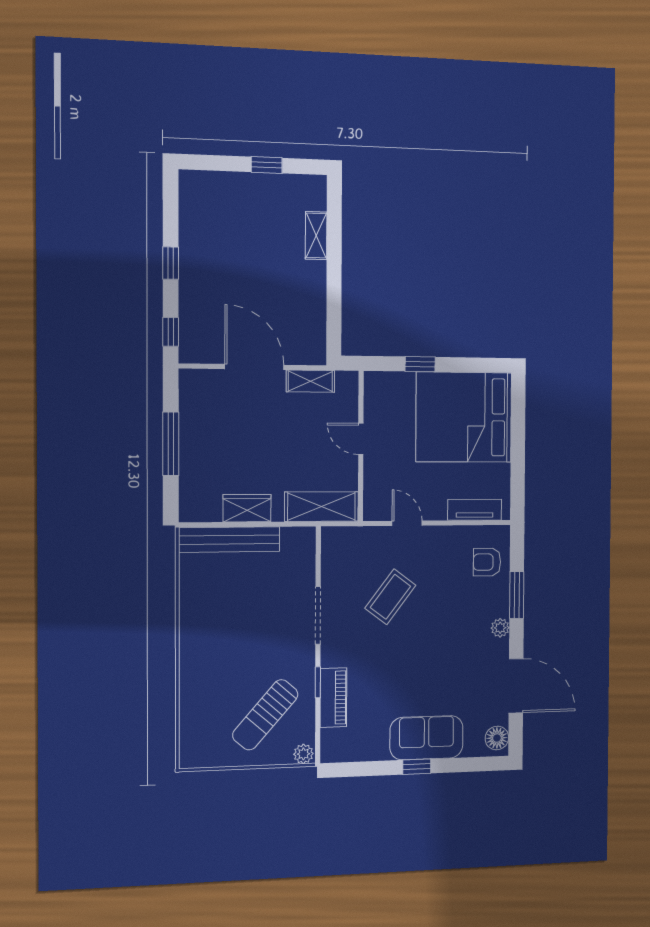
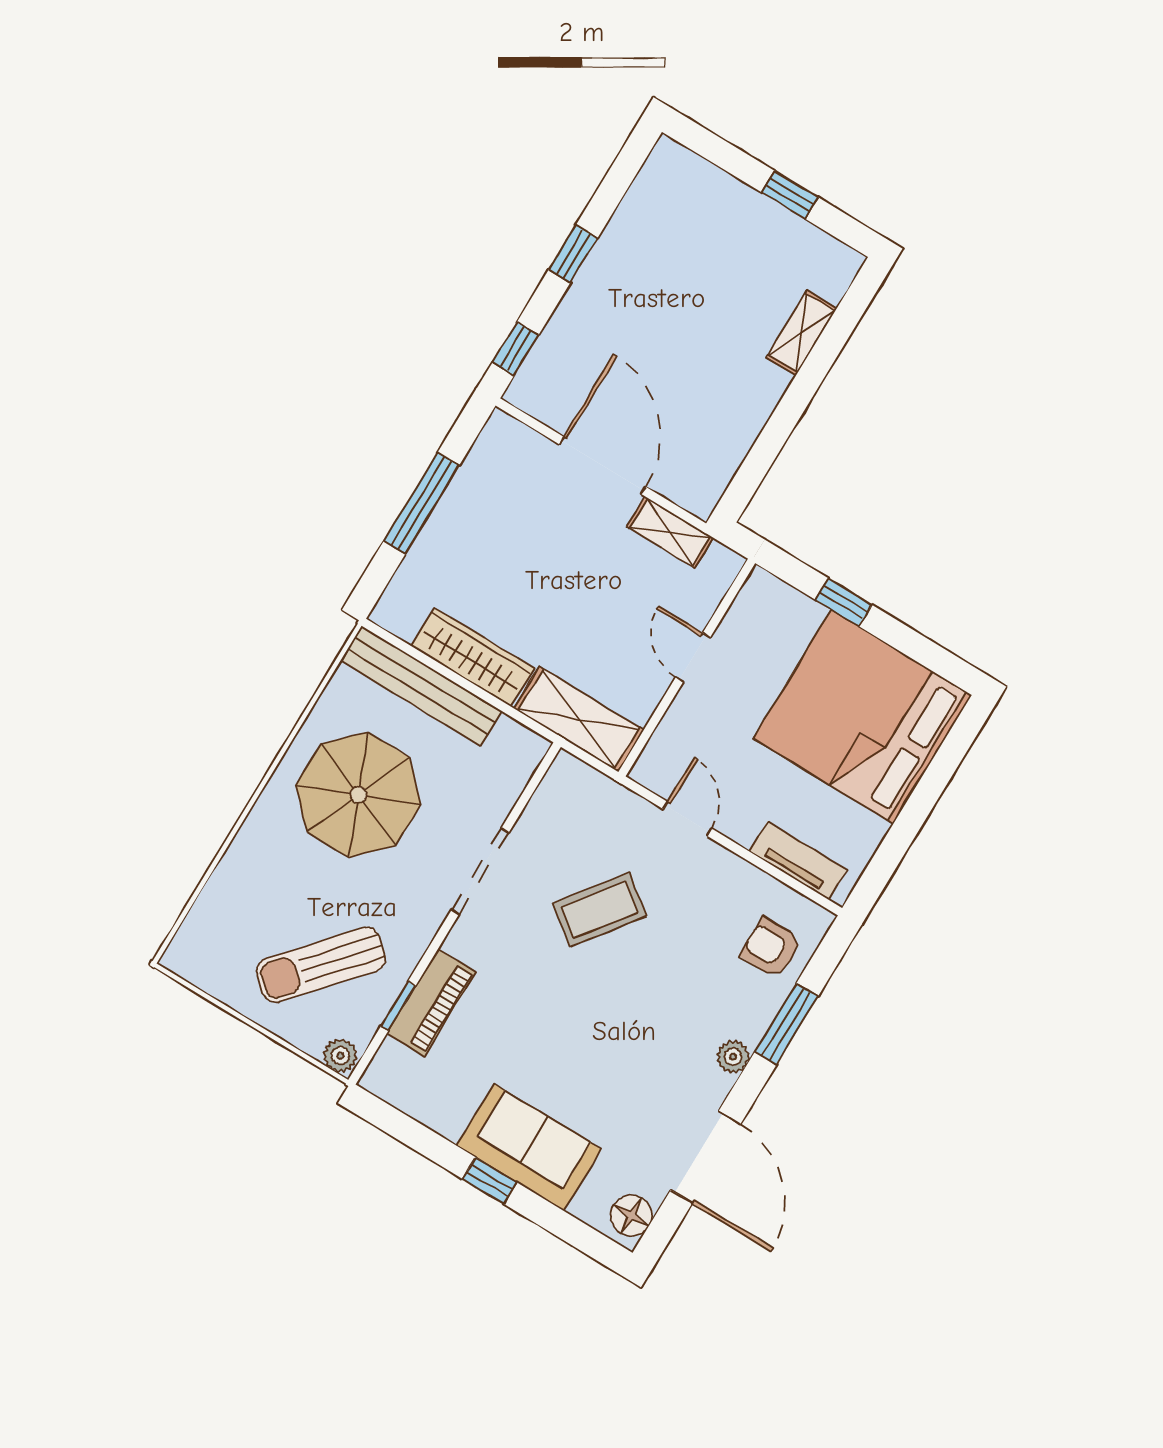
wardrobe: (247, 508) -> (473, 657), width x1.50
parasol: (231, 616) -> (358, 795), added
window: (318, 682) -> (398, 1006), moved

